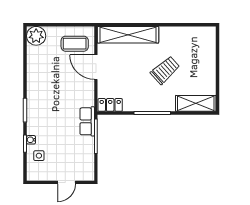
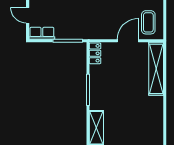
trolley: (165, 70) -> (125, 101), removed
row of seats: (87, 121) -> (42, 33), moved

